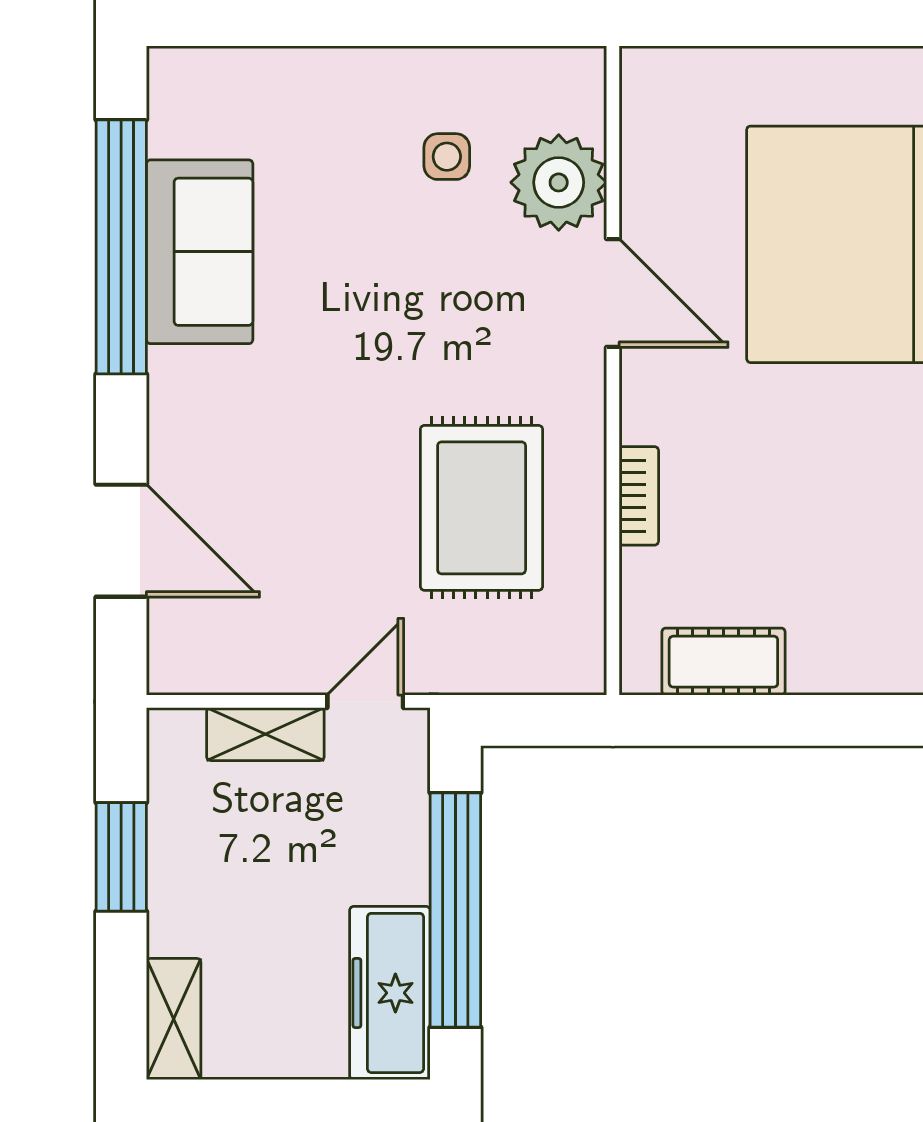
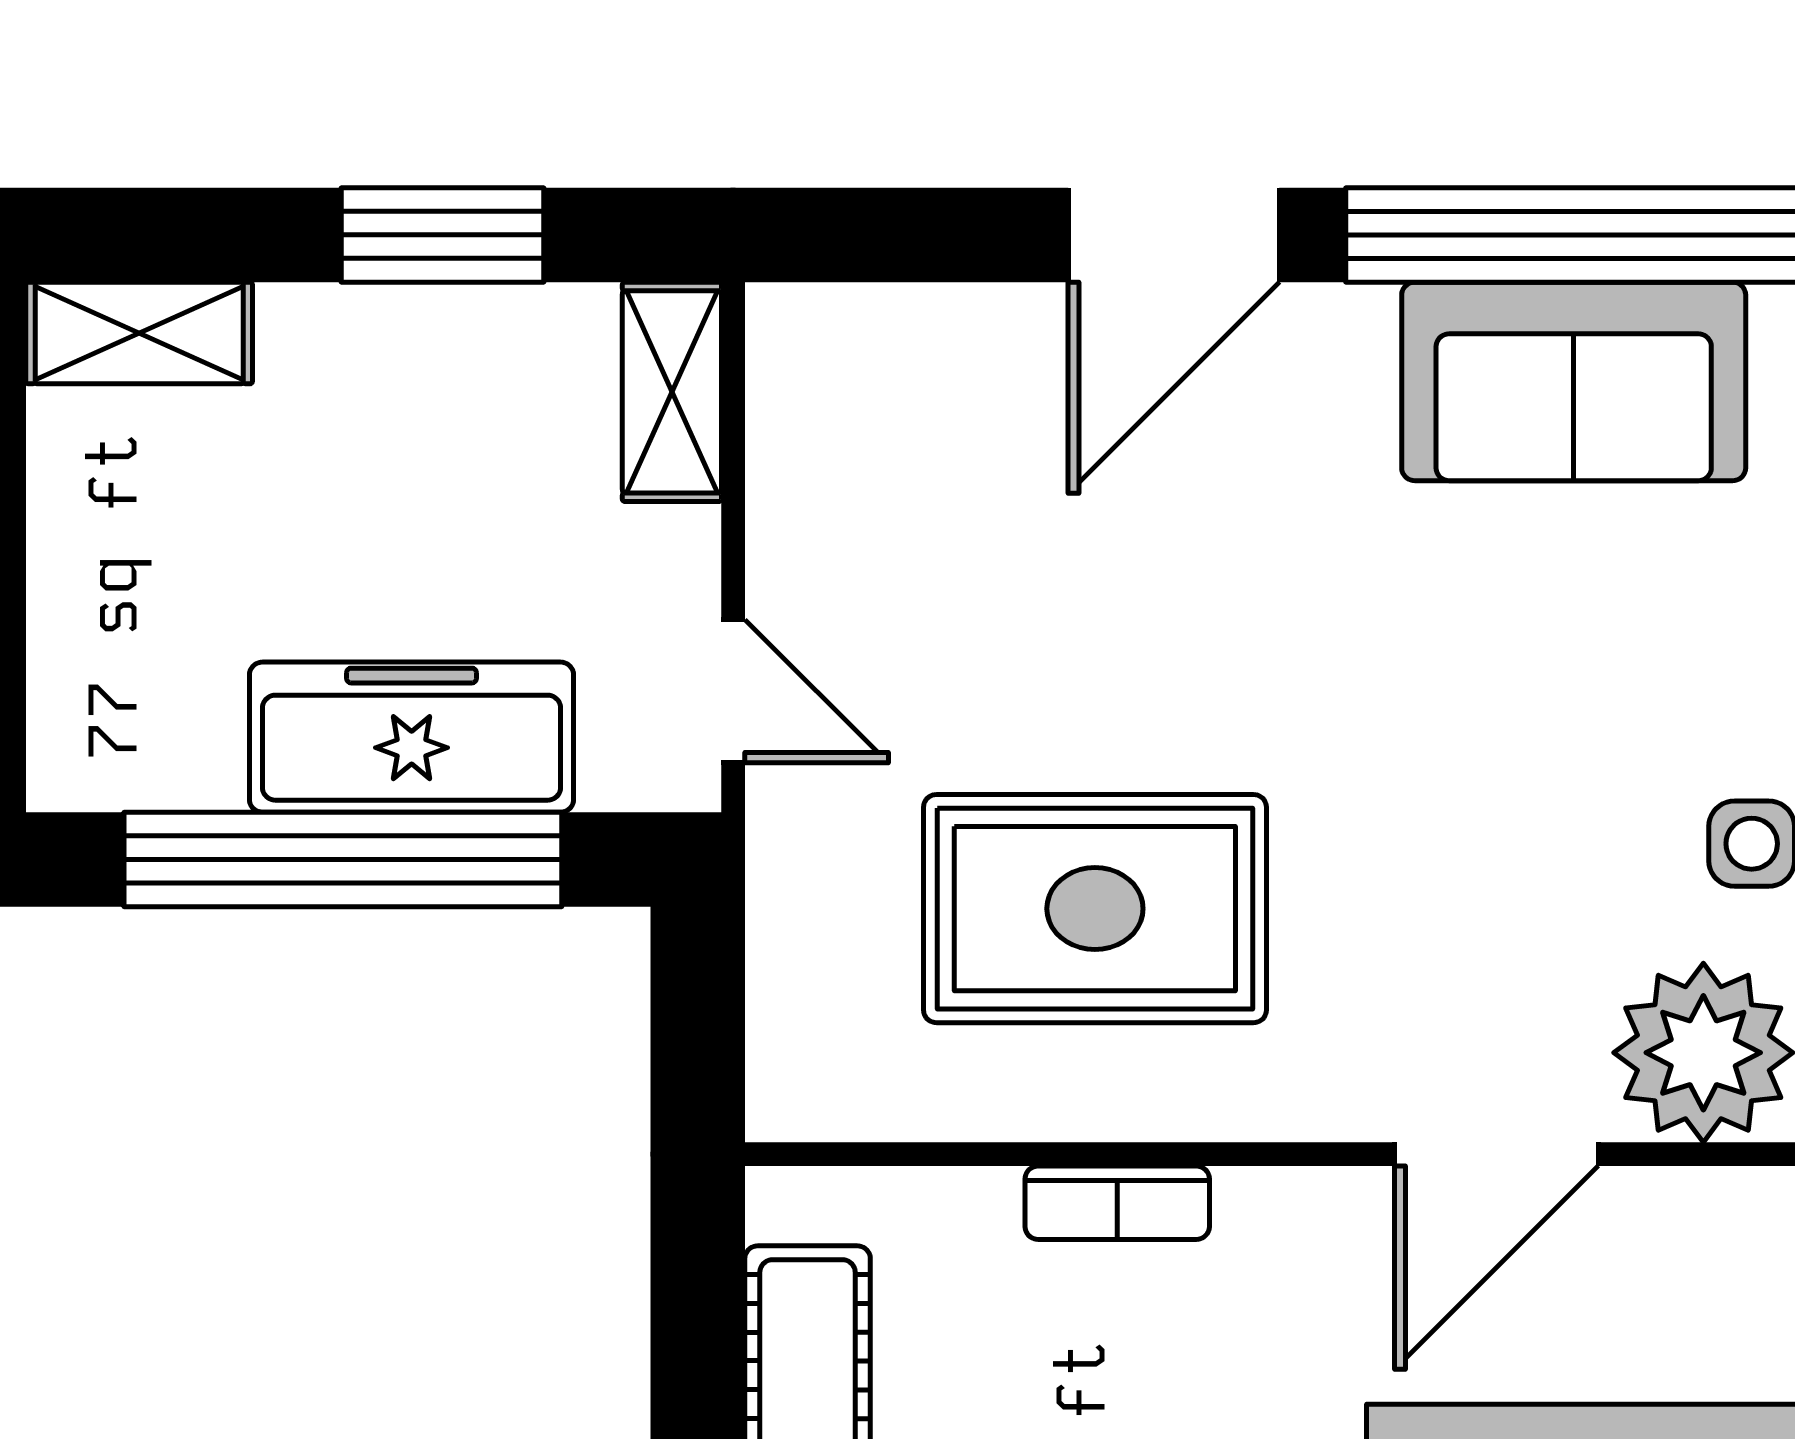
door: (121, 541) -> (1174, 235), moved
shelving: (265, 734) -> (672, 392), moved
freezer: (390, 993) -> (412, 737), moved

